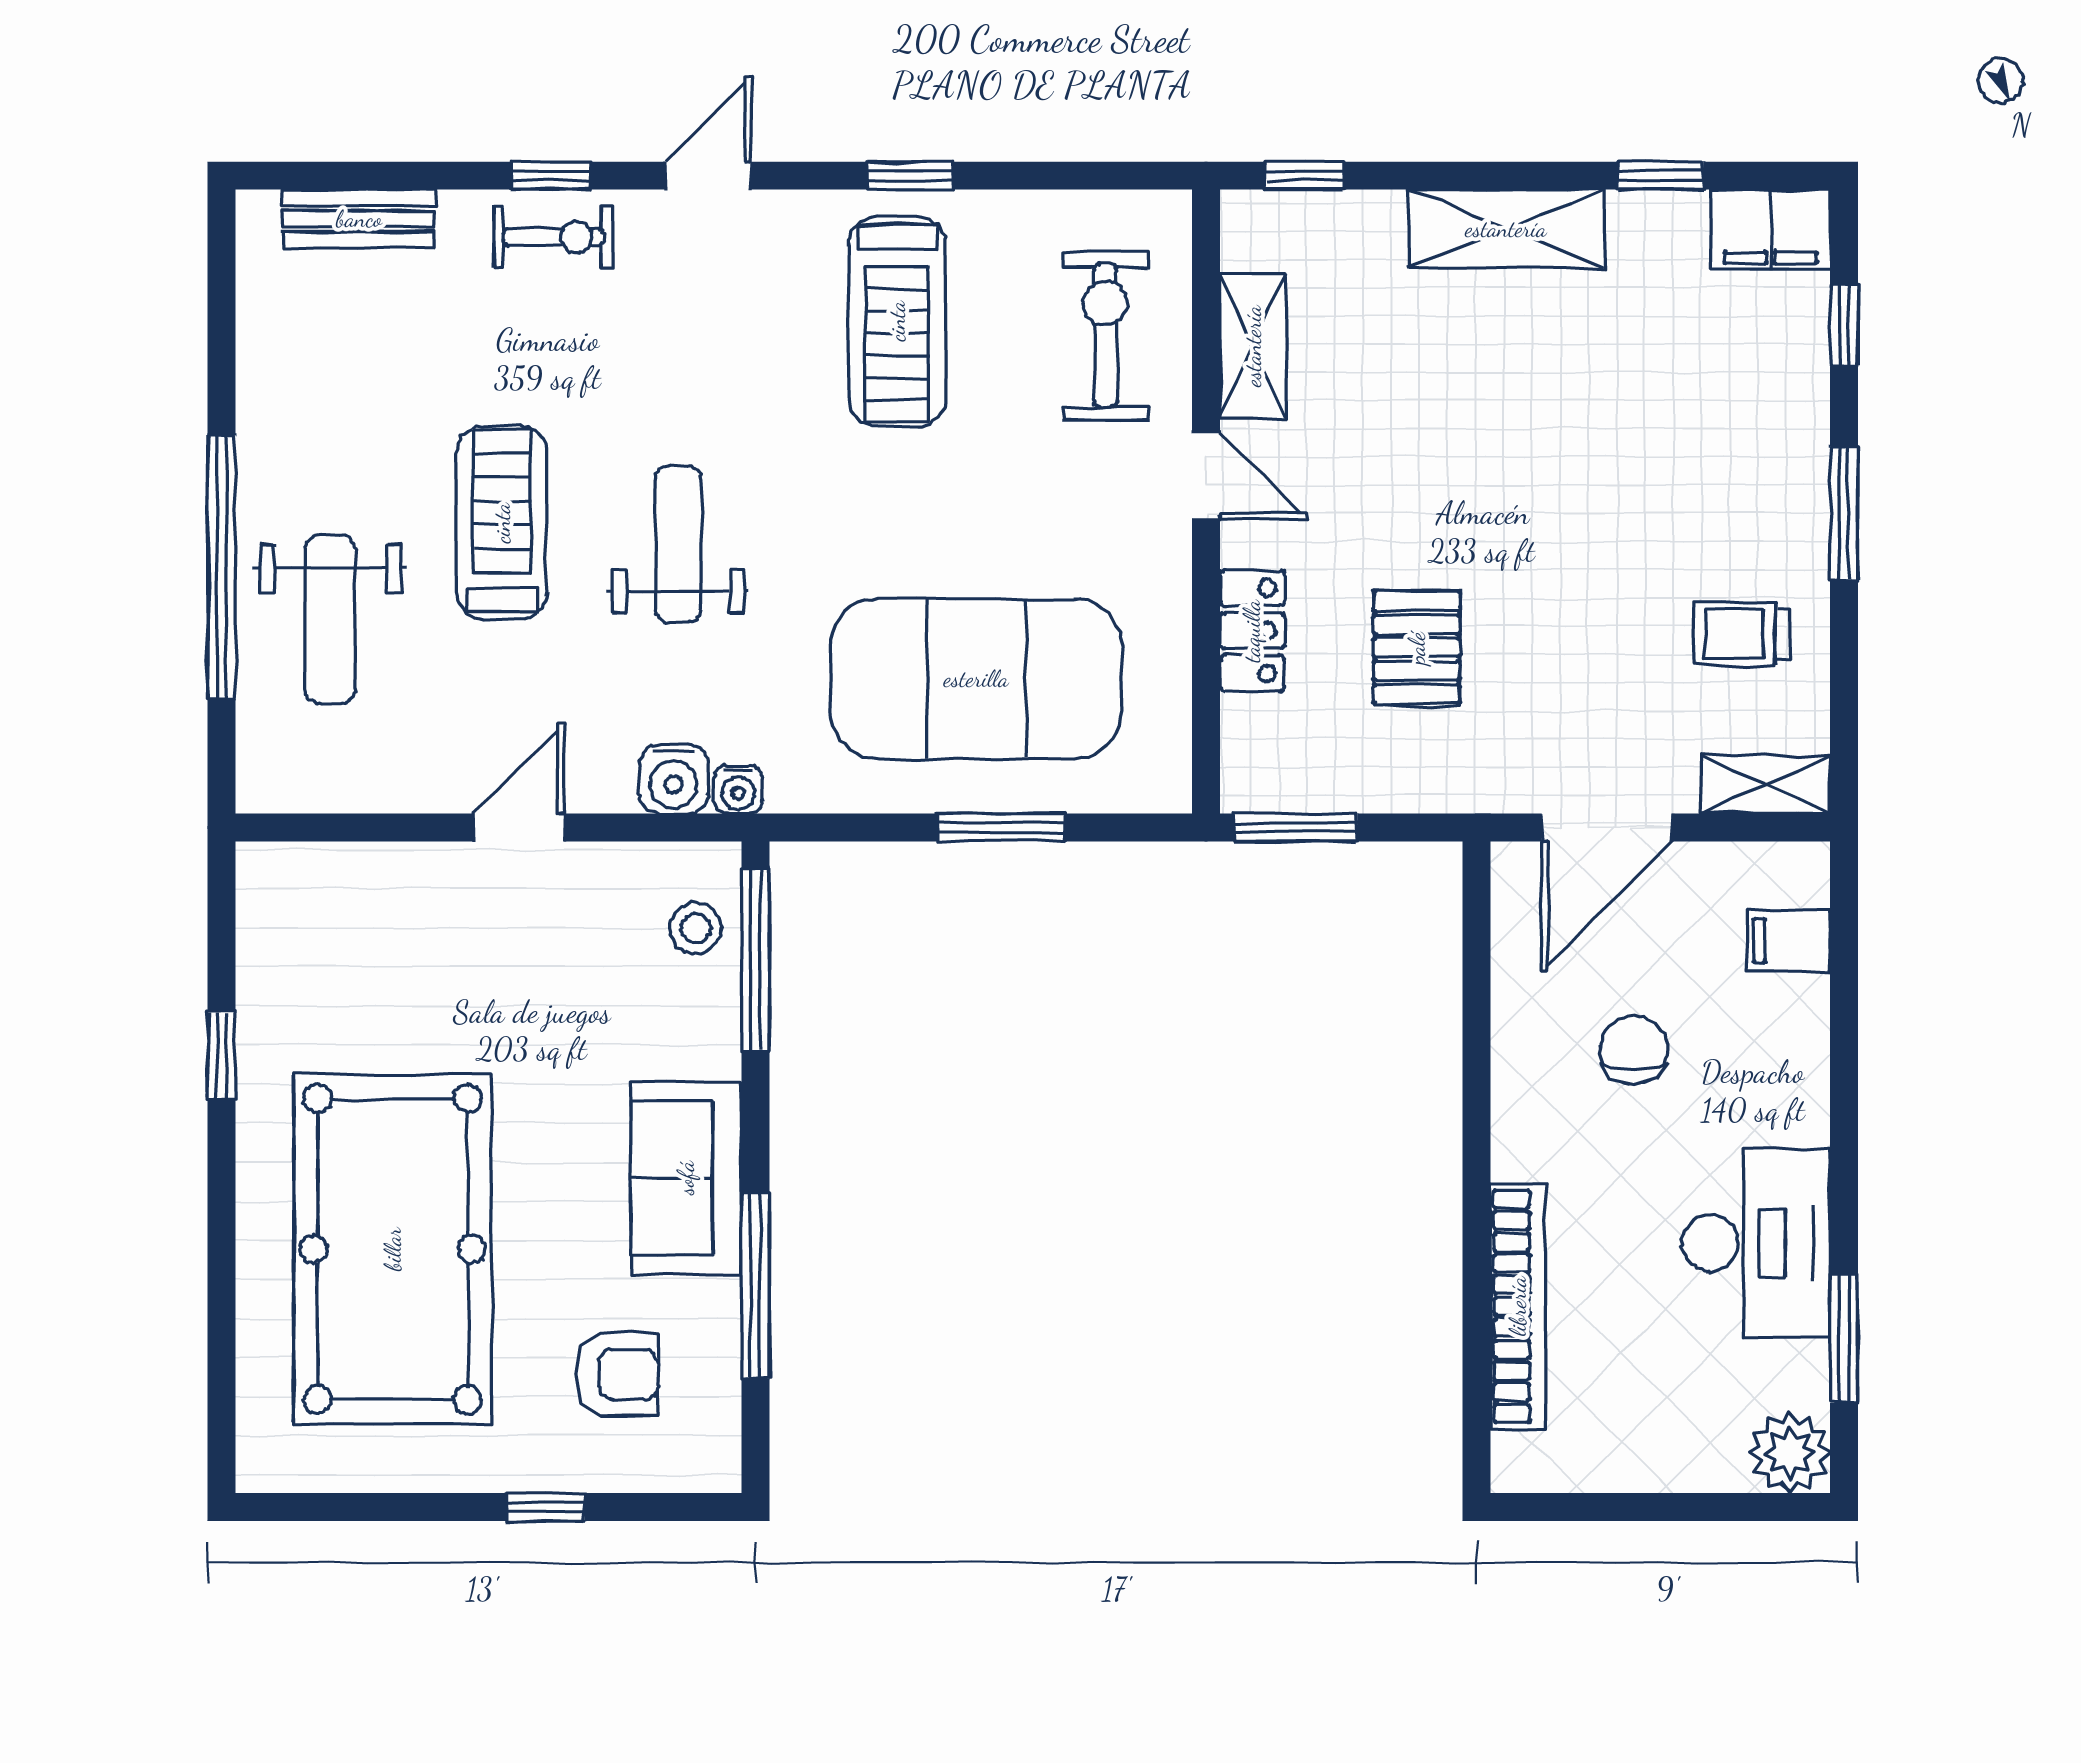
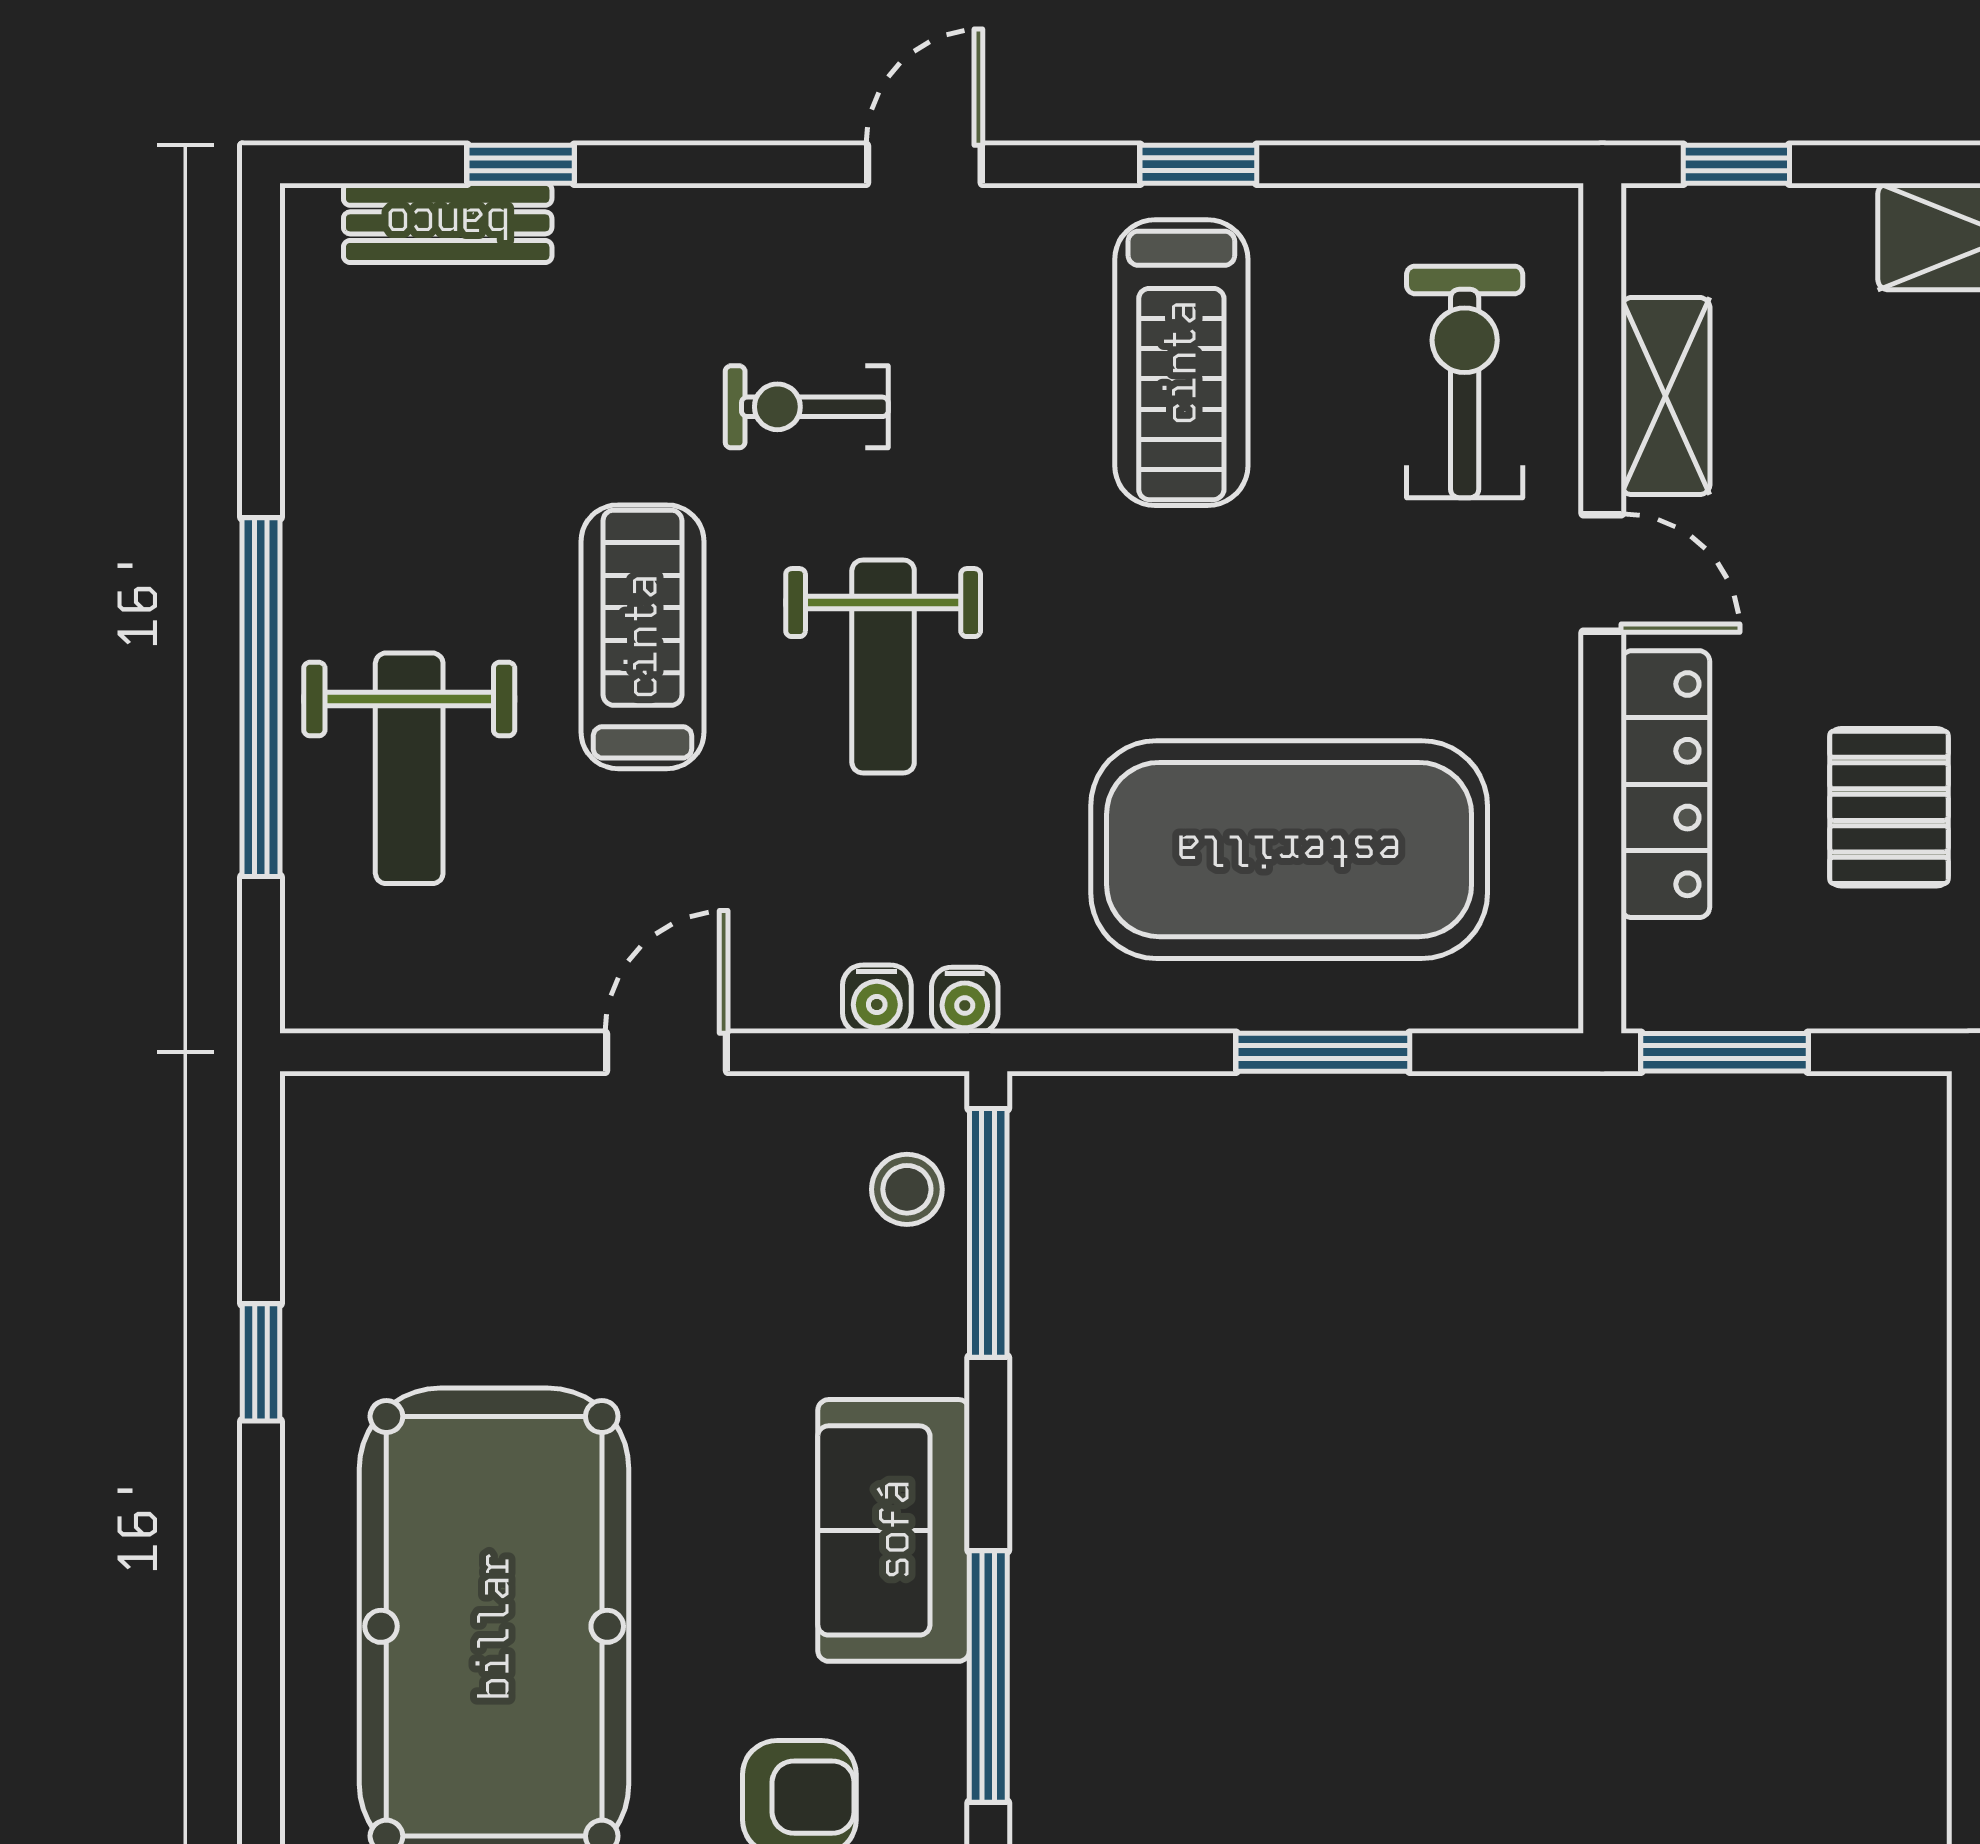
window: (551, 176) -> (521, 164), moved
exercise bike: (554, 237) -> (807, 407), moved, turned 180
weight bench: (678, 544) -> (883, 666), turned 180
locker: (1252, 631) -> (1665, 784), width x1.53
water cooler: (674, 779) -> (877, 999), width x0.72, depth x0.72

